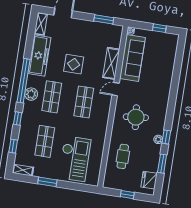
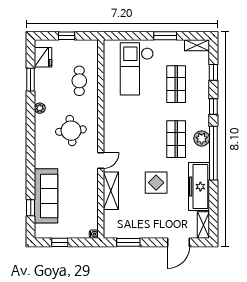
sofa: (132, 58) -> (46, 196), moved, turned 180
shop shelf: (84, 102) -> (137, 139), removed
window: (166, 137) -> (31, 208), moved

